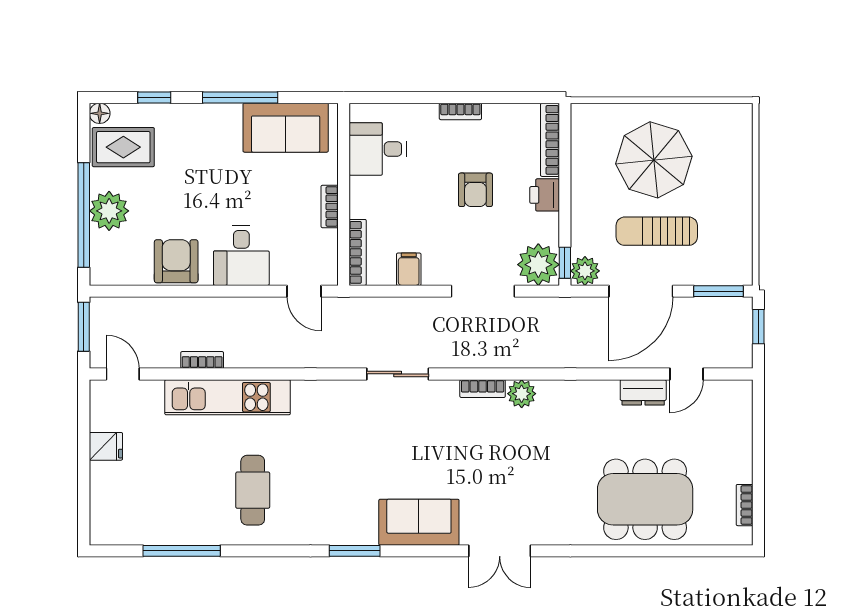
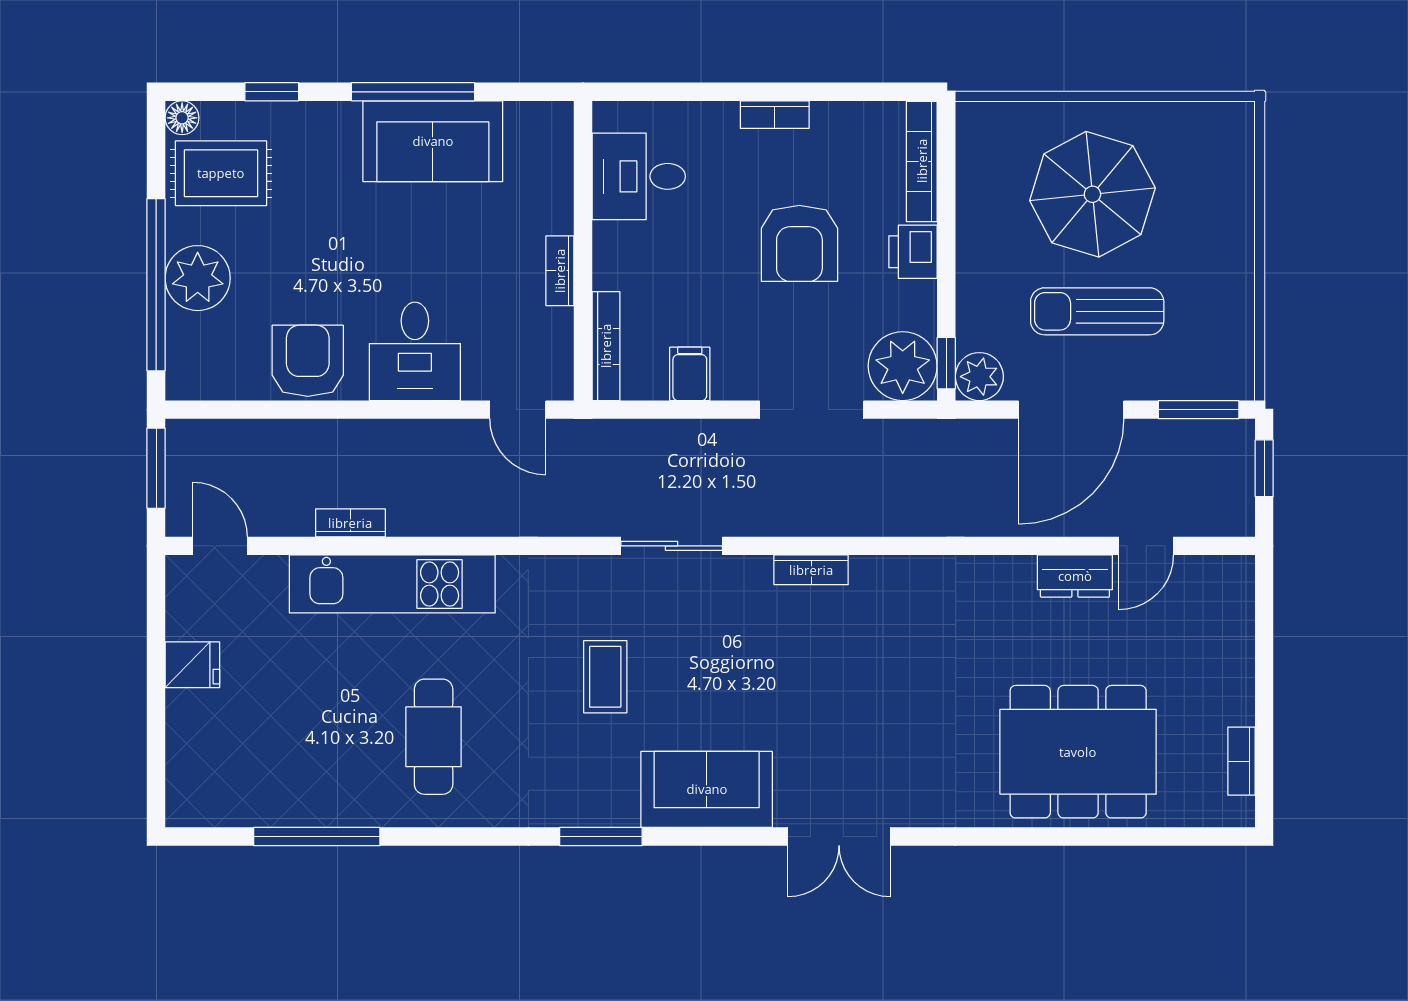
sofa: (286, 128) -> (433, 141), moved
armchair: (475, 190) -> (799, 243), width x1.38, depth x1.38
plant: (522, 394) -> (875, 578), removed
coffee table: (357, 454) -> (605, 677), added

